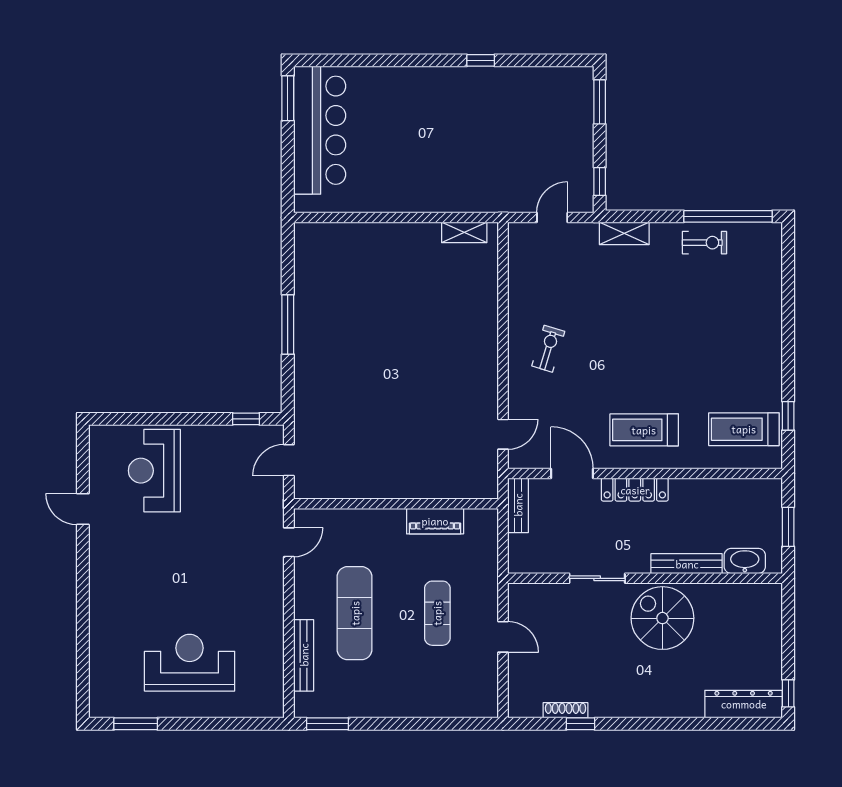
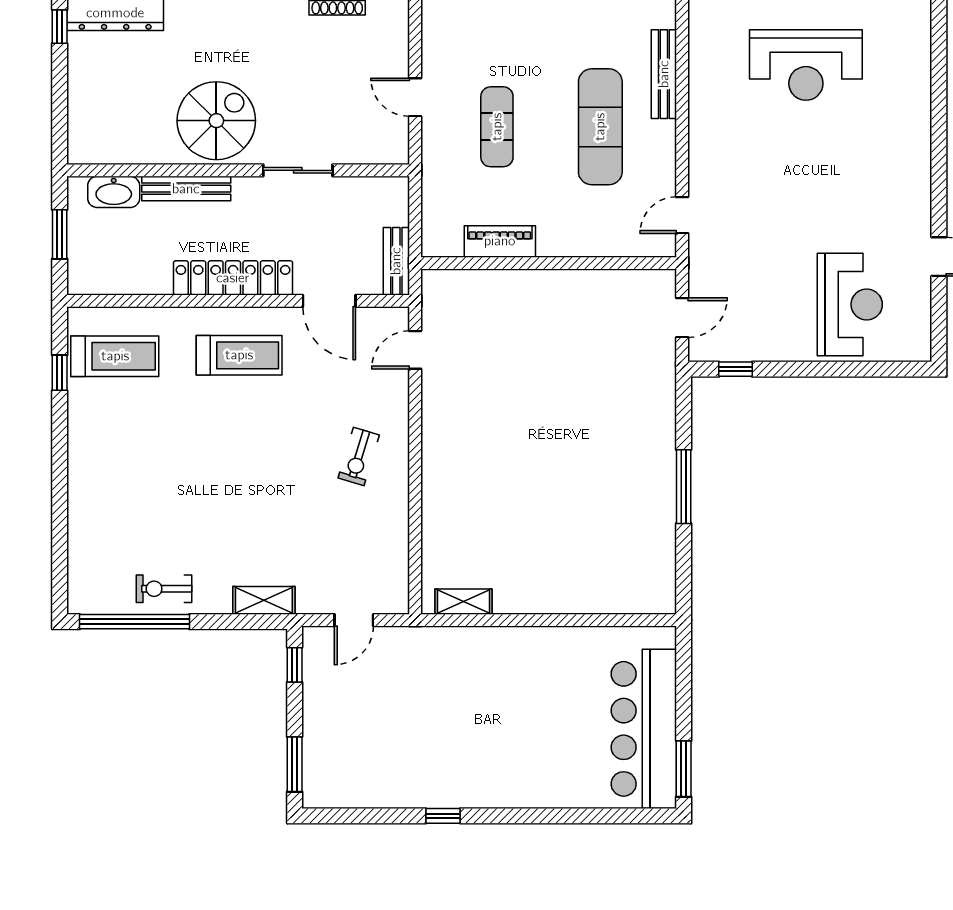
locker: (635, 490) -> (233, 278), width x1.41, depth x1.21
spiral stairs: (662, 618) -> (216, 121), turned -90

